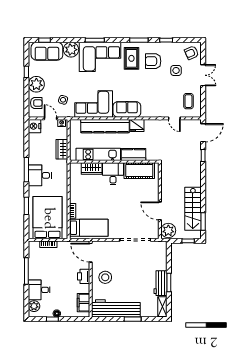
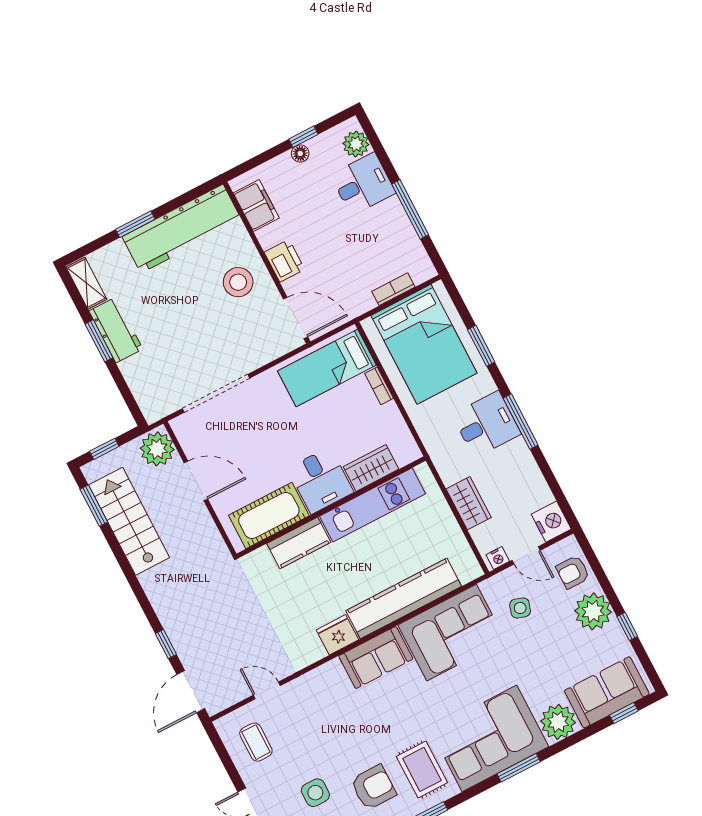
kitchen unit: (98, 154) -> (373, 505), moved
kitchen counter: (133, 154) -> (299, 543), moved
wall: (114, 162) -> (331, 507), moved
wardrobe: (92, 169) -> (371, 468), moved
cot: (139, 171) -> (269, 515), moved
desk: (113, 174) -> (321, 480), moved

